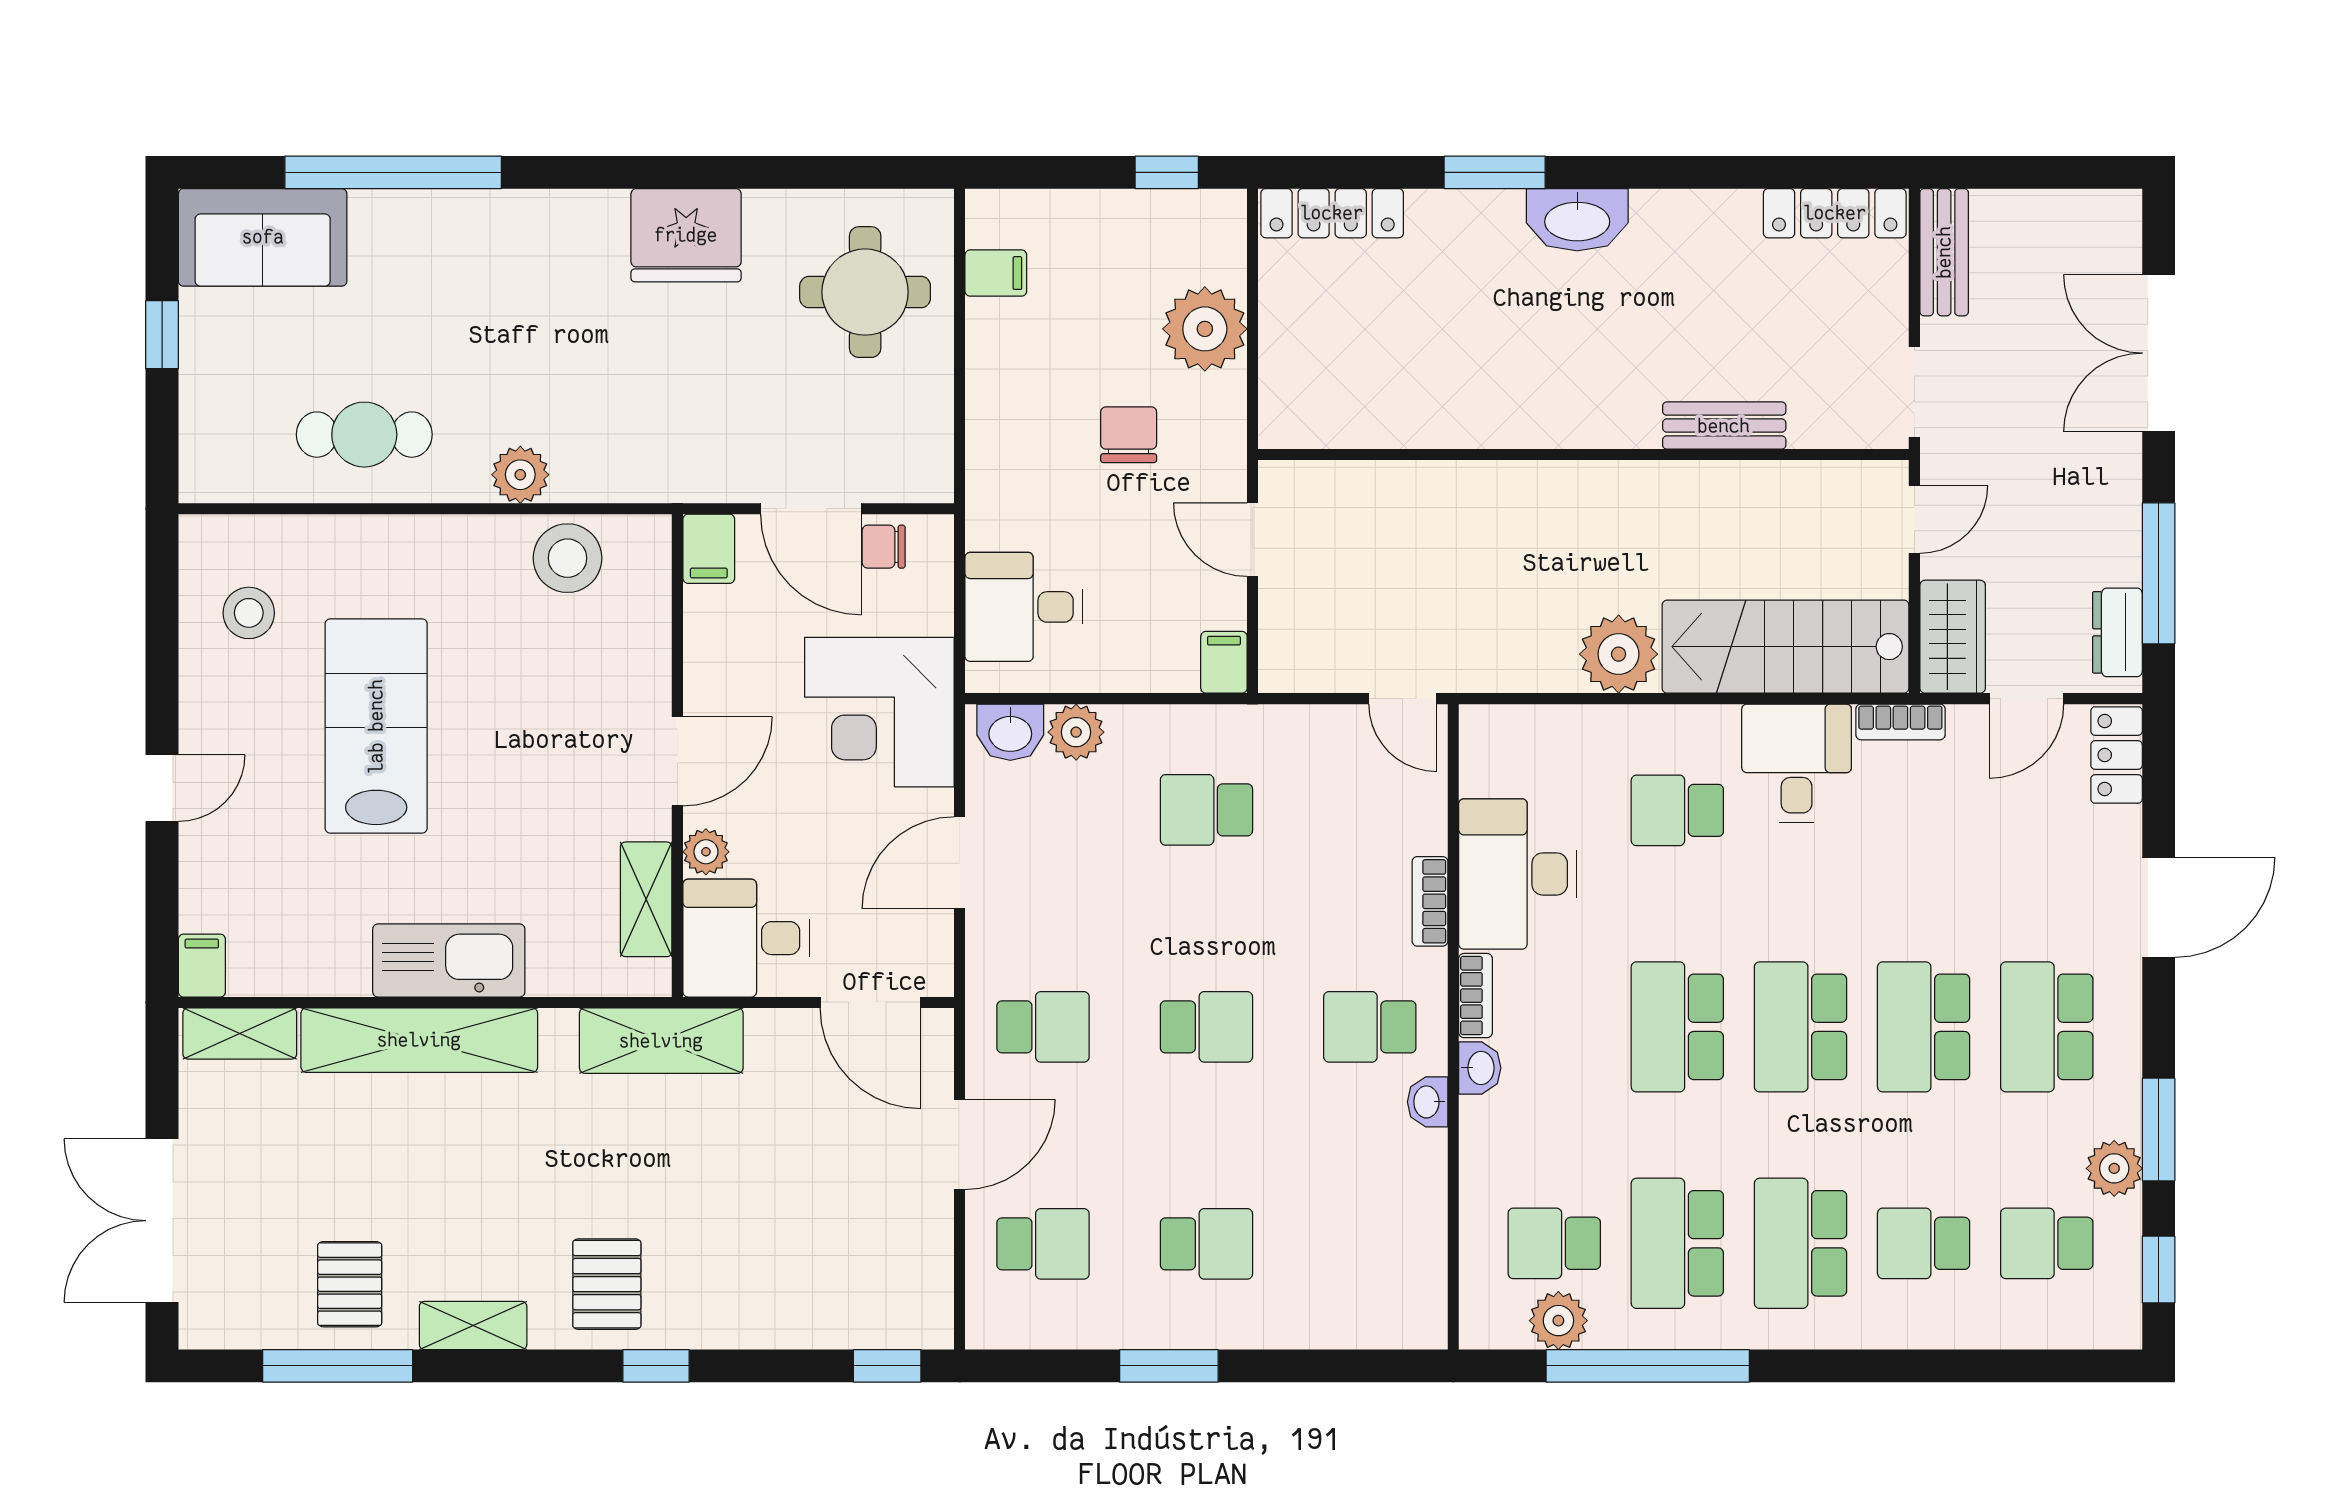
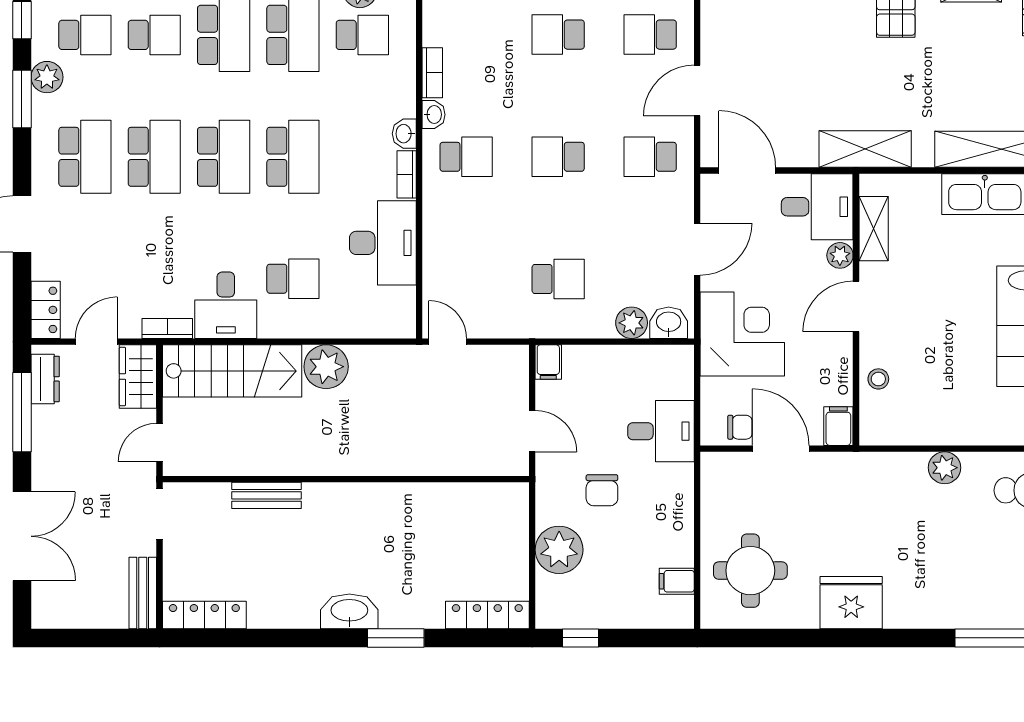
stool: (567, 558) -> (878, 379), moved, width x0.53, depth x0.53
desk: (1024, 607) -> (661, 431), moved
bookcase: (1430, 901) -> (432, 73), moved

